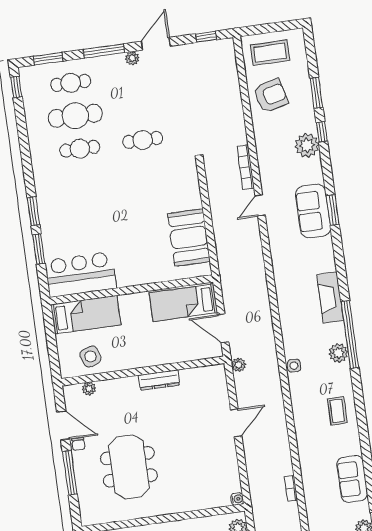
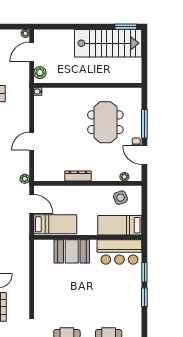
booth: (189, 238) -> (72, 251), moved, turned 90

